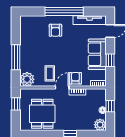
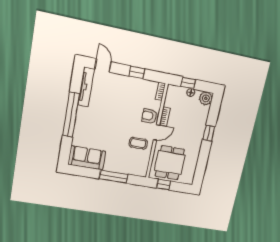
armchair: (55, 30) -> (91, 128), removed
sofa: (97, 54) -> (87, 158), moved, turned 180
plant: (27, 79) -> (140, 169), removed
door: (62, 88) -> (157, 132), swing flipped
dining table: (42, 114) -> (170, 163), moved, turned 90

